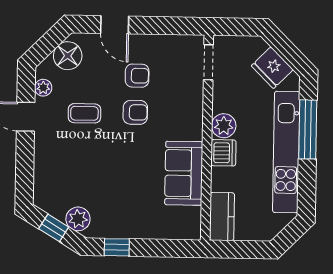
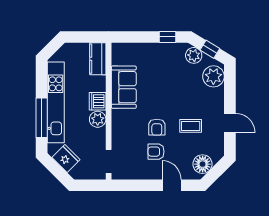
plant: (43, 88) -> (213, 76), moved, width x1.88, depth x1.88
armchair: (135, 112) -> (157, 127), turned -90

